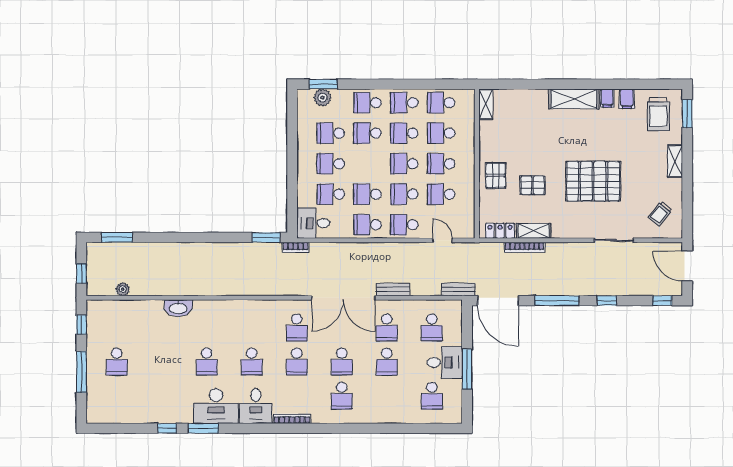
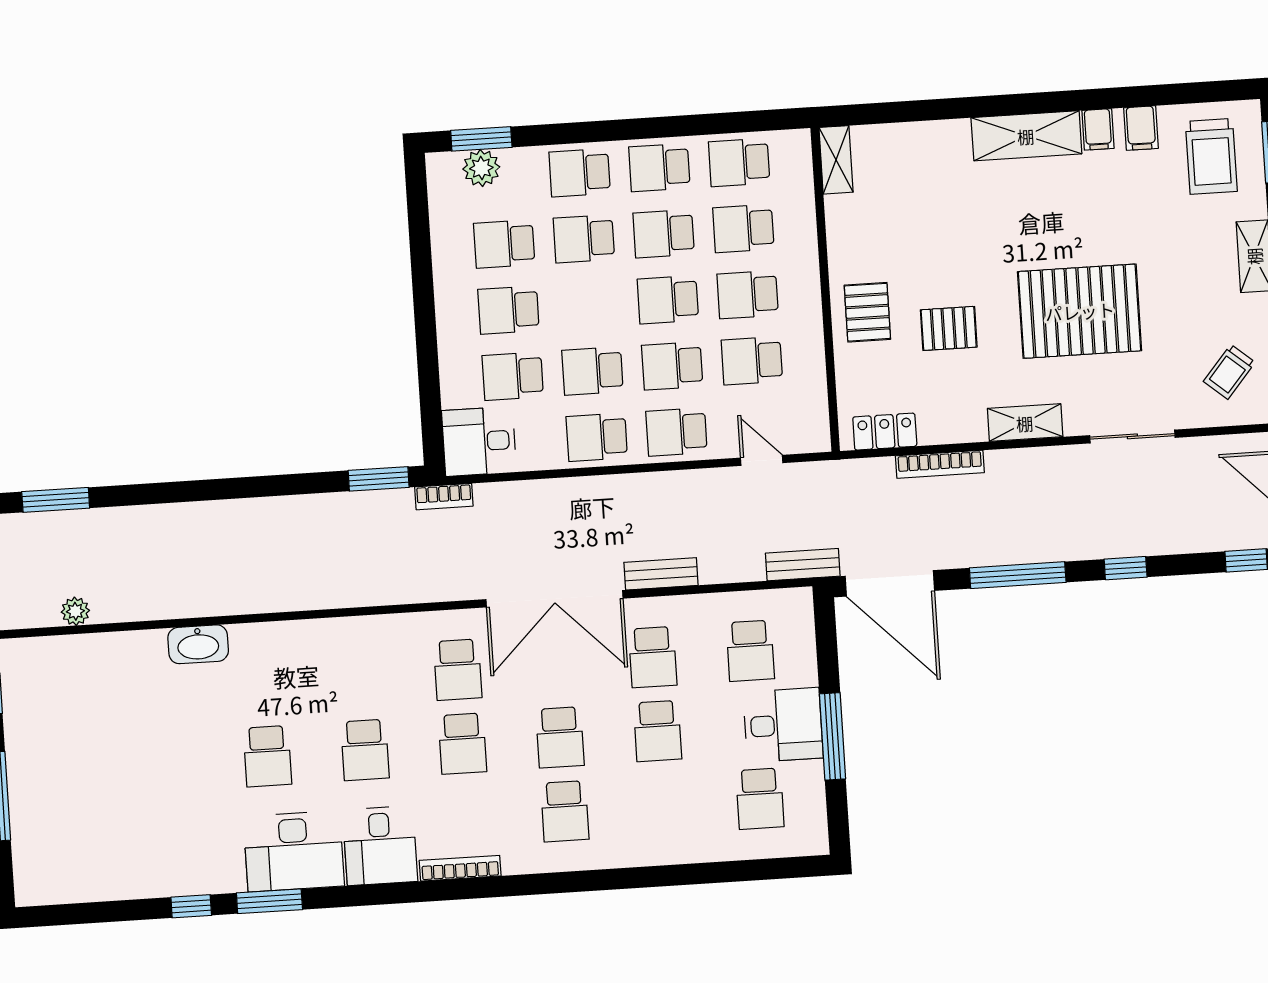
shelving: (533, 231) -> (1025, 423), moved
school desk: (117, 362) -> (72, 769), removed

